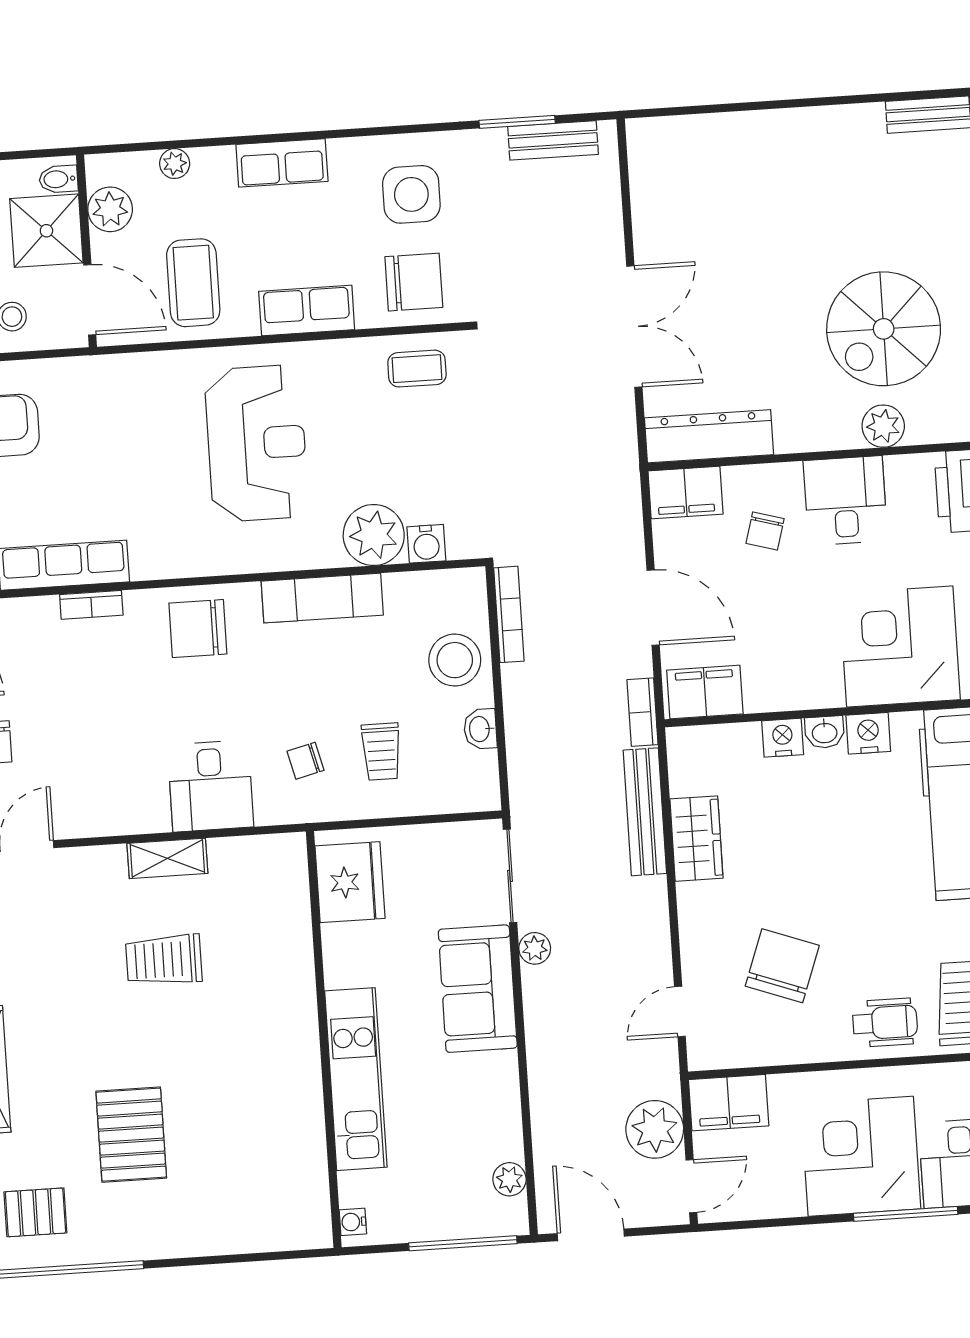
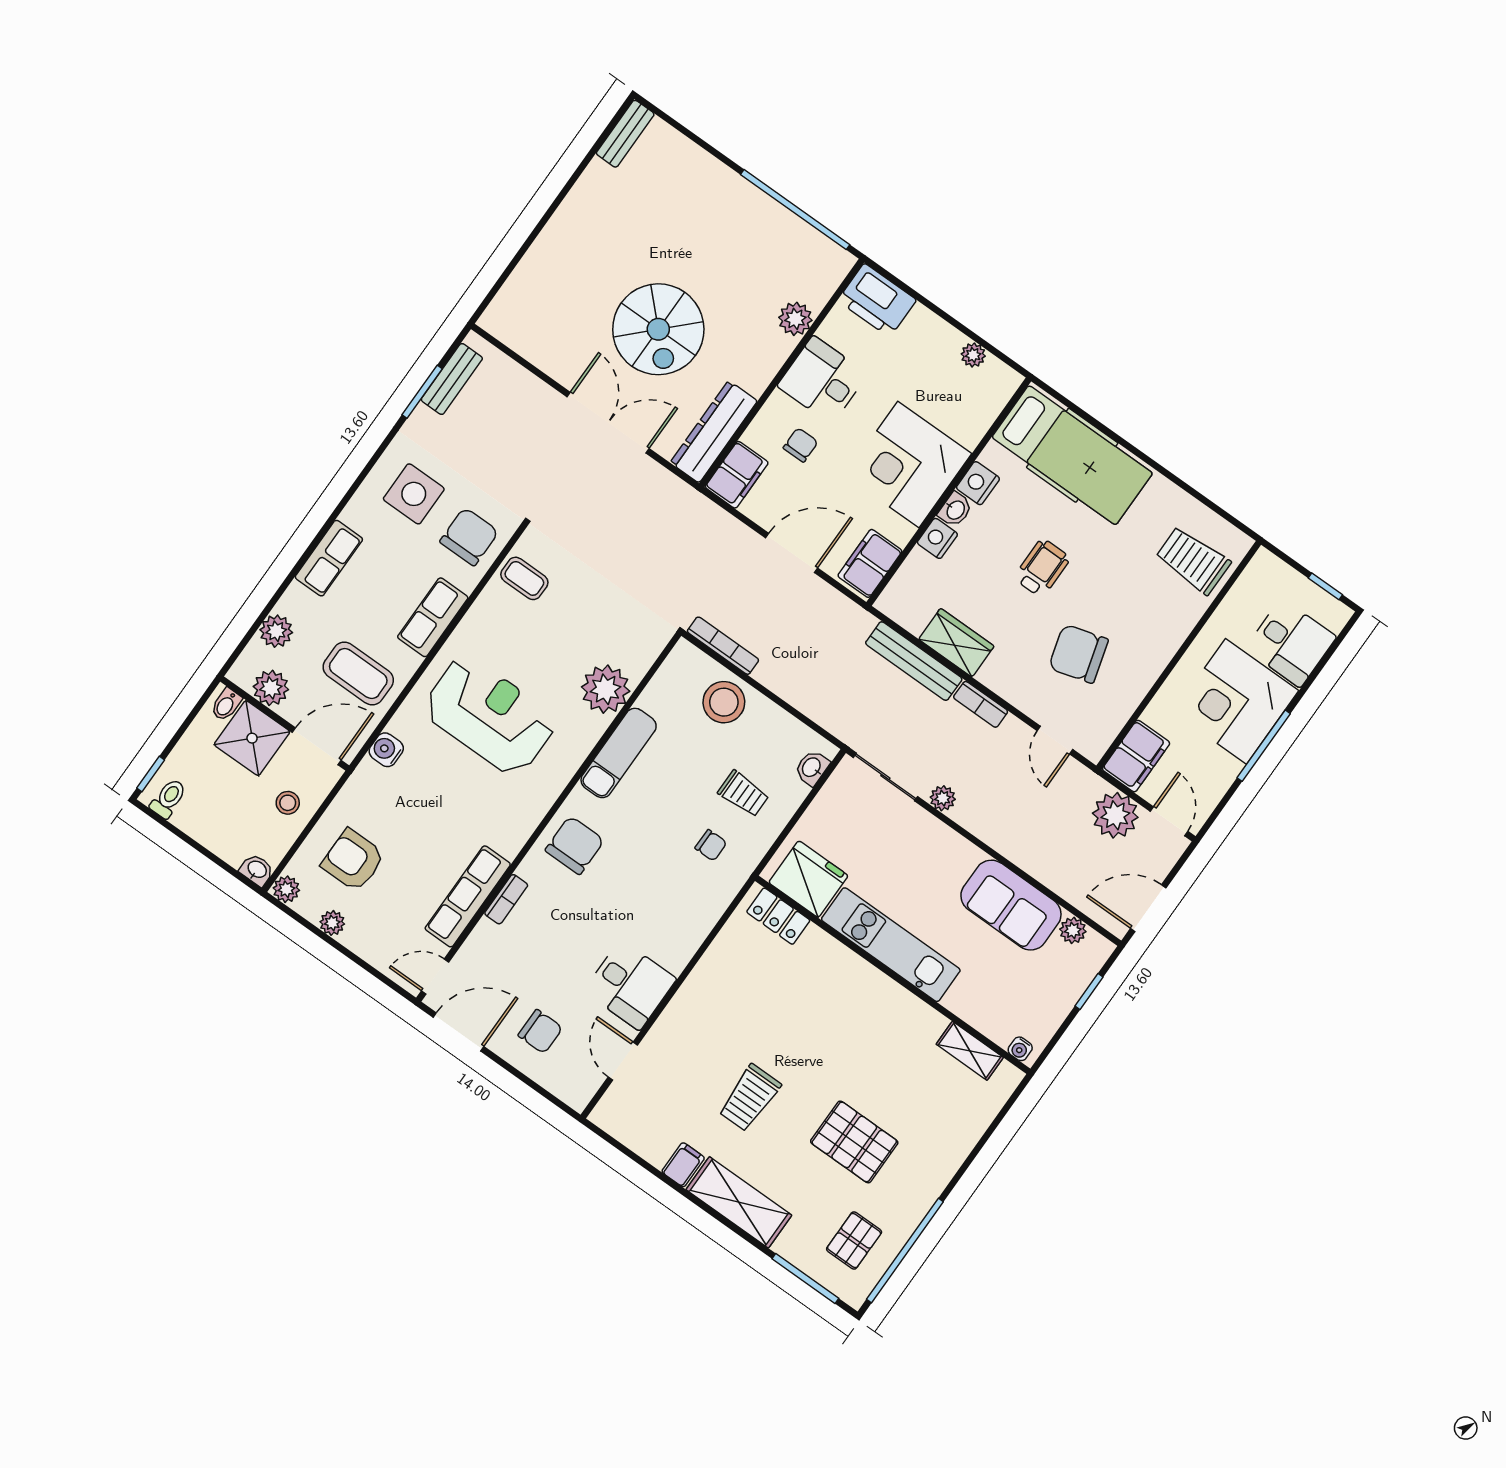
plant: (175, 164) -> (276, 631), width x1.38, depth x1.38
spiral stairs: (884, 329) -> (658, 329), moved
coffee table: (417, 369) -> (524, 578), turned 90
chair: (765, 531) -> (801, 445), turned -106
water cooler: (426, 544) -> (386, 750), moved, turned 180
chair: (198, 629) -> (575, 845), turned 180
corner desk: (900, 646) -> (908, 464), moved
bookcase: (643, 712) -> (981, 704), moved
washbasin: (480, 729) -> (812, 768), moved, turned 90
chair: (306, 761) -> (711, 845), turned -76
desk: (211, 786) -> (630, 985), moved
shelving: (167, 858) -> (970, 1051), moved, turned 90
locker: (290, 882) -> (778, 916), added
trolley: (164, 960) -> (750, 1098), moved
chair: (782, 966) -> (1078, 654), turned -36
sofa: (478, 989) -> (1011, 905), moved
wheelchair: (885, 1023) -> (1042, 568), moved
kitchen unit: (356, 1079) -> (891, 945), moved
window: (906, 1214) -> (1264, 746), moved
window: (463, 1243) -> (1089, 992), width x0.46

